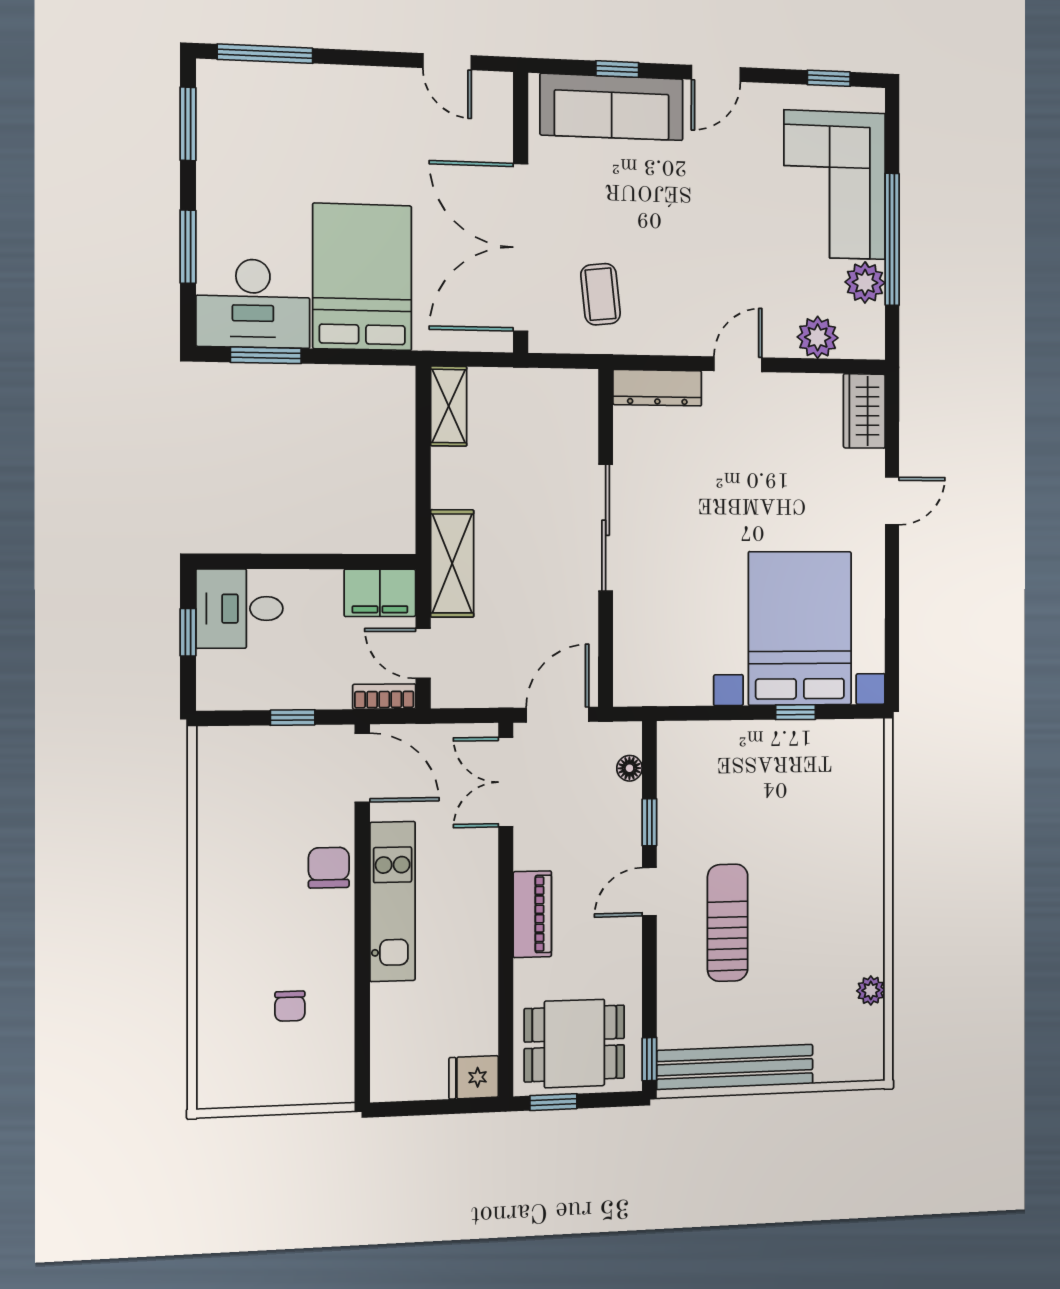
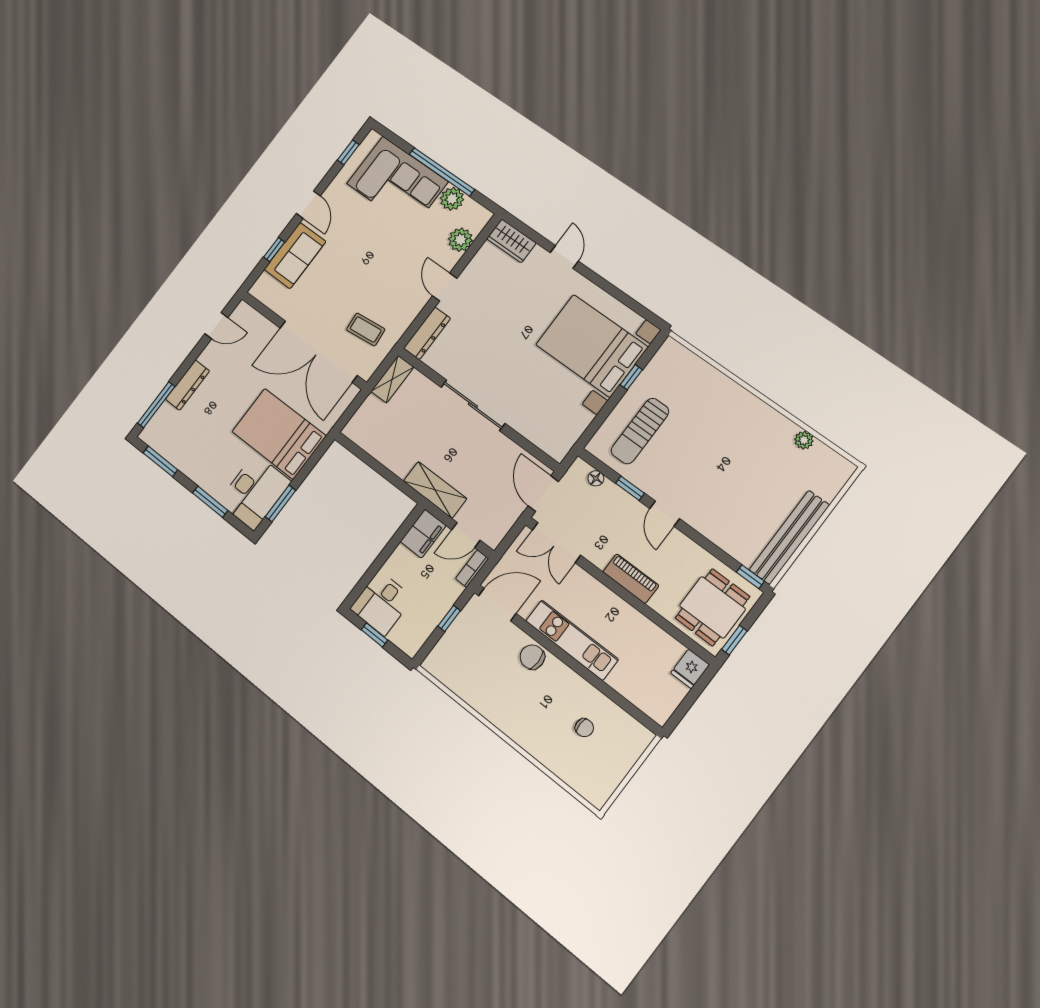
dresser: (329, 82) -> (188, 385), added
sofa: (612, 107) -> (295, 256), width x0.73
shelving: (449, 406) -> (392, 379), moved, turned 90
sun lounger: (728, 923) -> (640, 431), moved, turned -90

